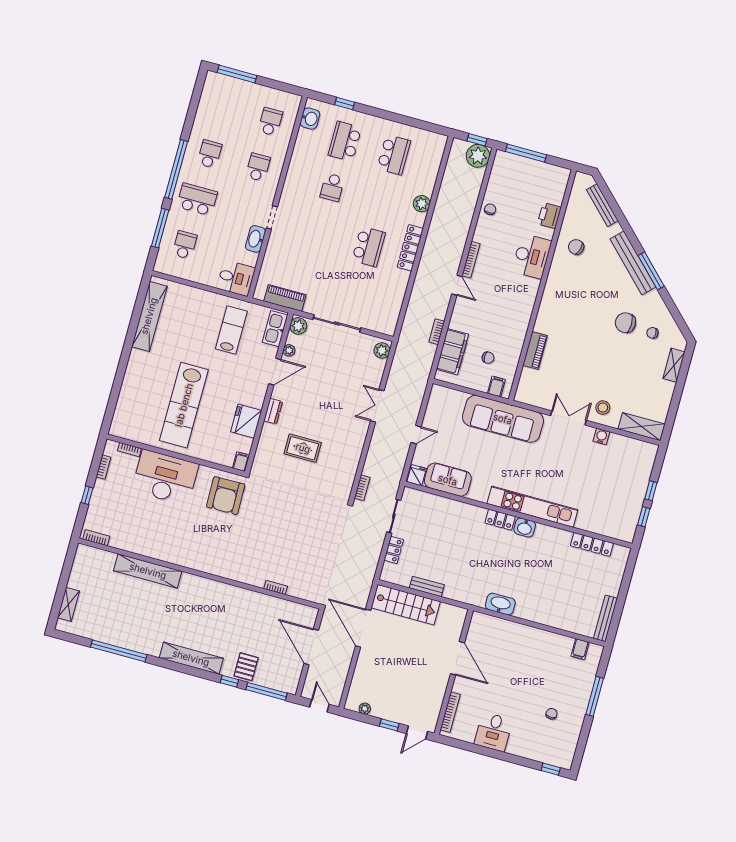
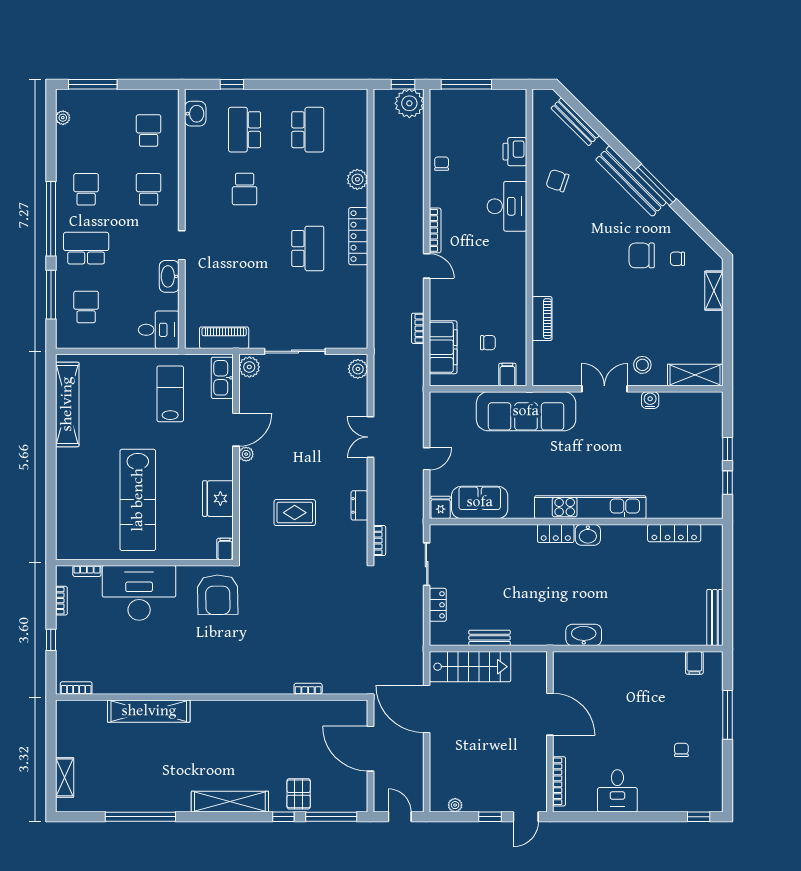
plant: (207, 94) -> (63, 118), added
plant: (289, 350) -> (246, 454), moved
dresser: (273, 411) -> (359, 505), moved, turned 180

